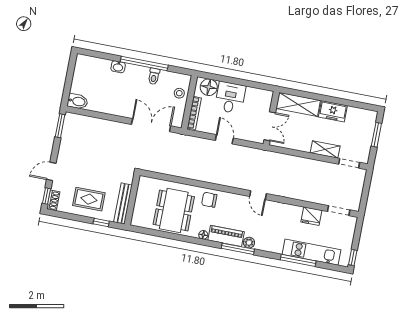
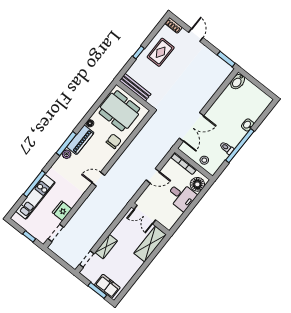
freezer: (333, 111) -> (107, 286), moved, turned 90
window: (47, 196) -> (179, 22), removed
wall: (132, 200) -> (134, 96), moved
bench: (123, 203) -> (135, 87), moved
window: (353, 257) -> (29, 236), moved

